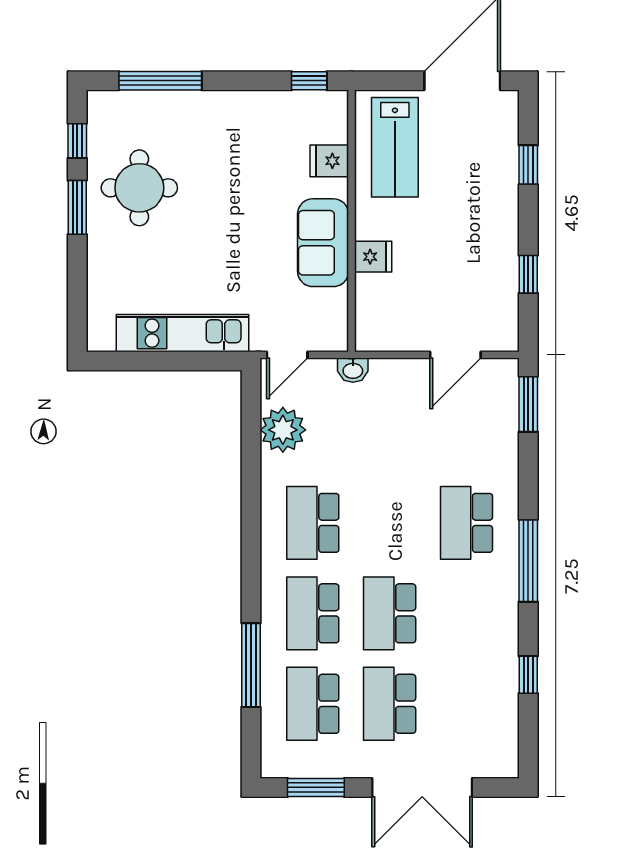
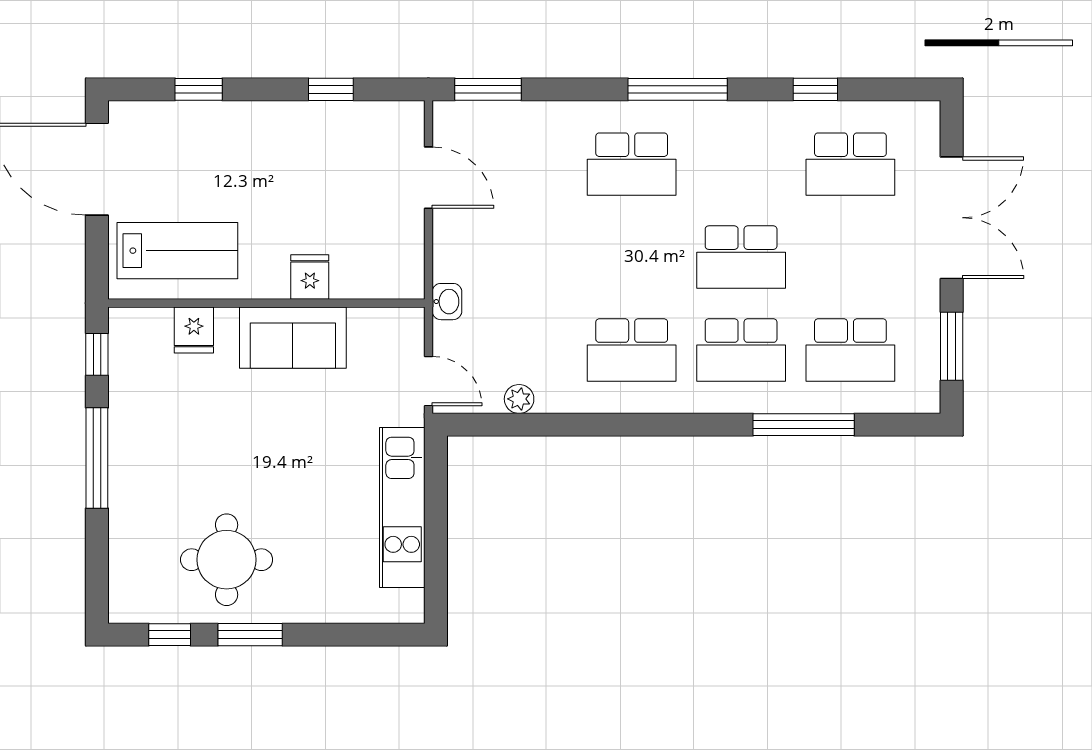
window: (160, 81) -> (97, 458), moved
plant: (283, 430) -> (519, 399), width x0.53, depth x0.53
school desk: (390, 704) -> (850, 164), moved

